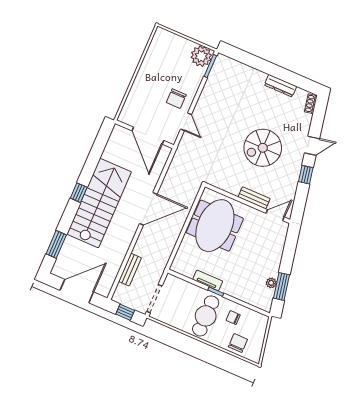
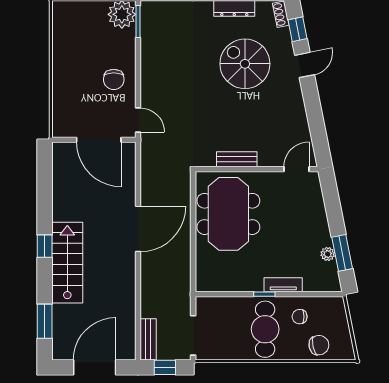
door: (186, 122) -> (138, 120), moved
spiral stairs: (263, 148) -> (245, 64), moved, turned 90
window: (306, 175) -> (298, 29), moved
bench: (254, 198) -> (237, 159), moved
stairs: (99, 203) -> (67, 263), width x0.73, depth x0.66
bench: (130, 270) -> (148, 339), moved
tv unit: (208, 280) -> (283, 285), moved
chair: (238, 343) -> (319, 345), turned 77

